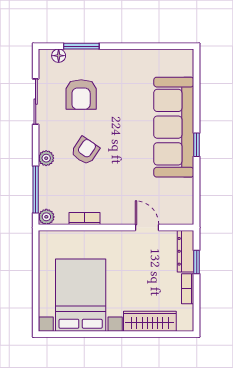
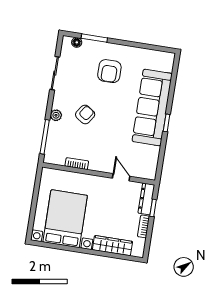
armchair: (81, 95) -> (109, 71), moved
plant: (46, 217) -> (49, 158), removed

